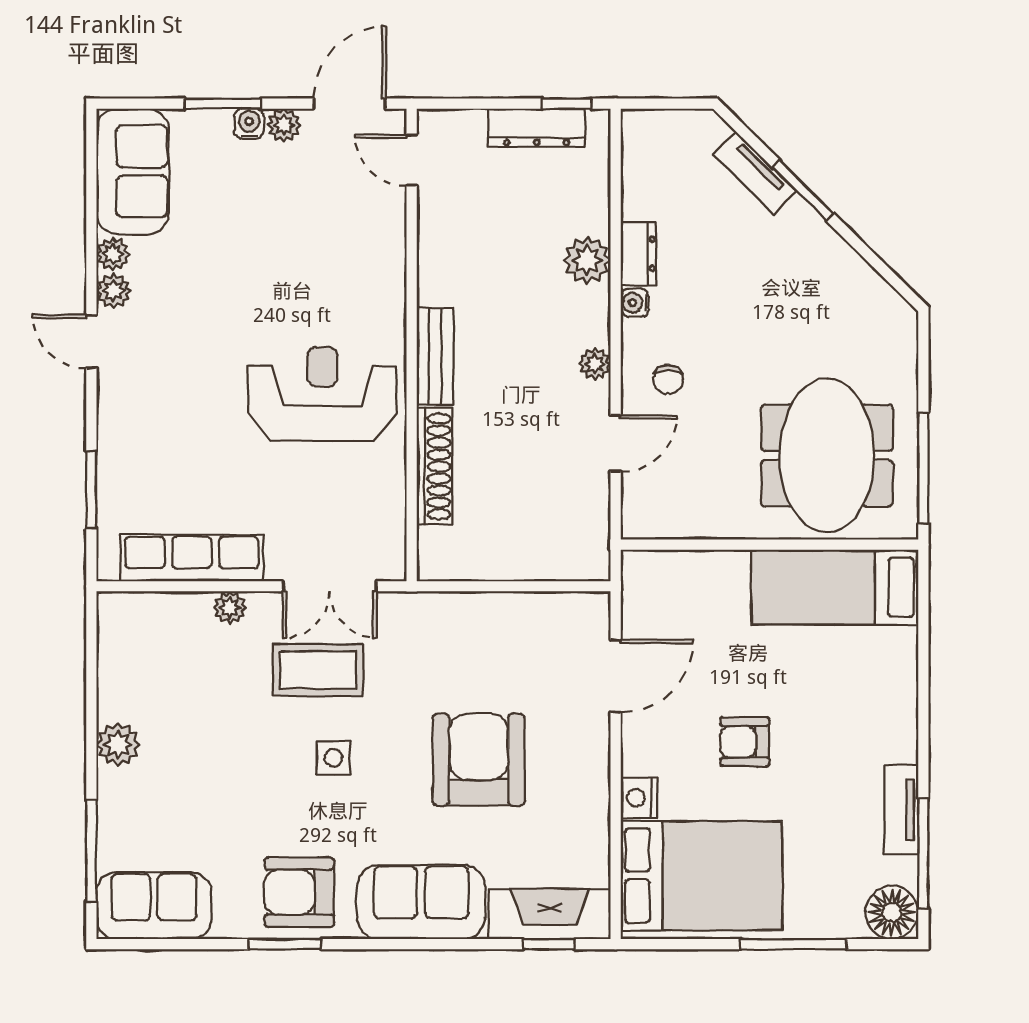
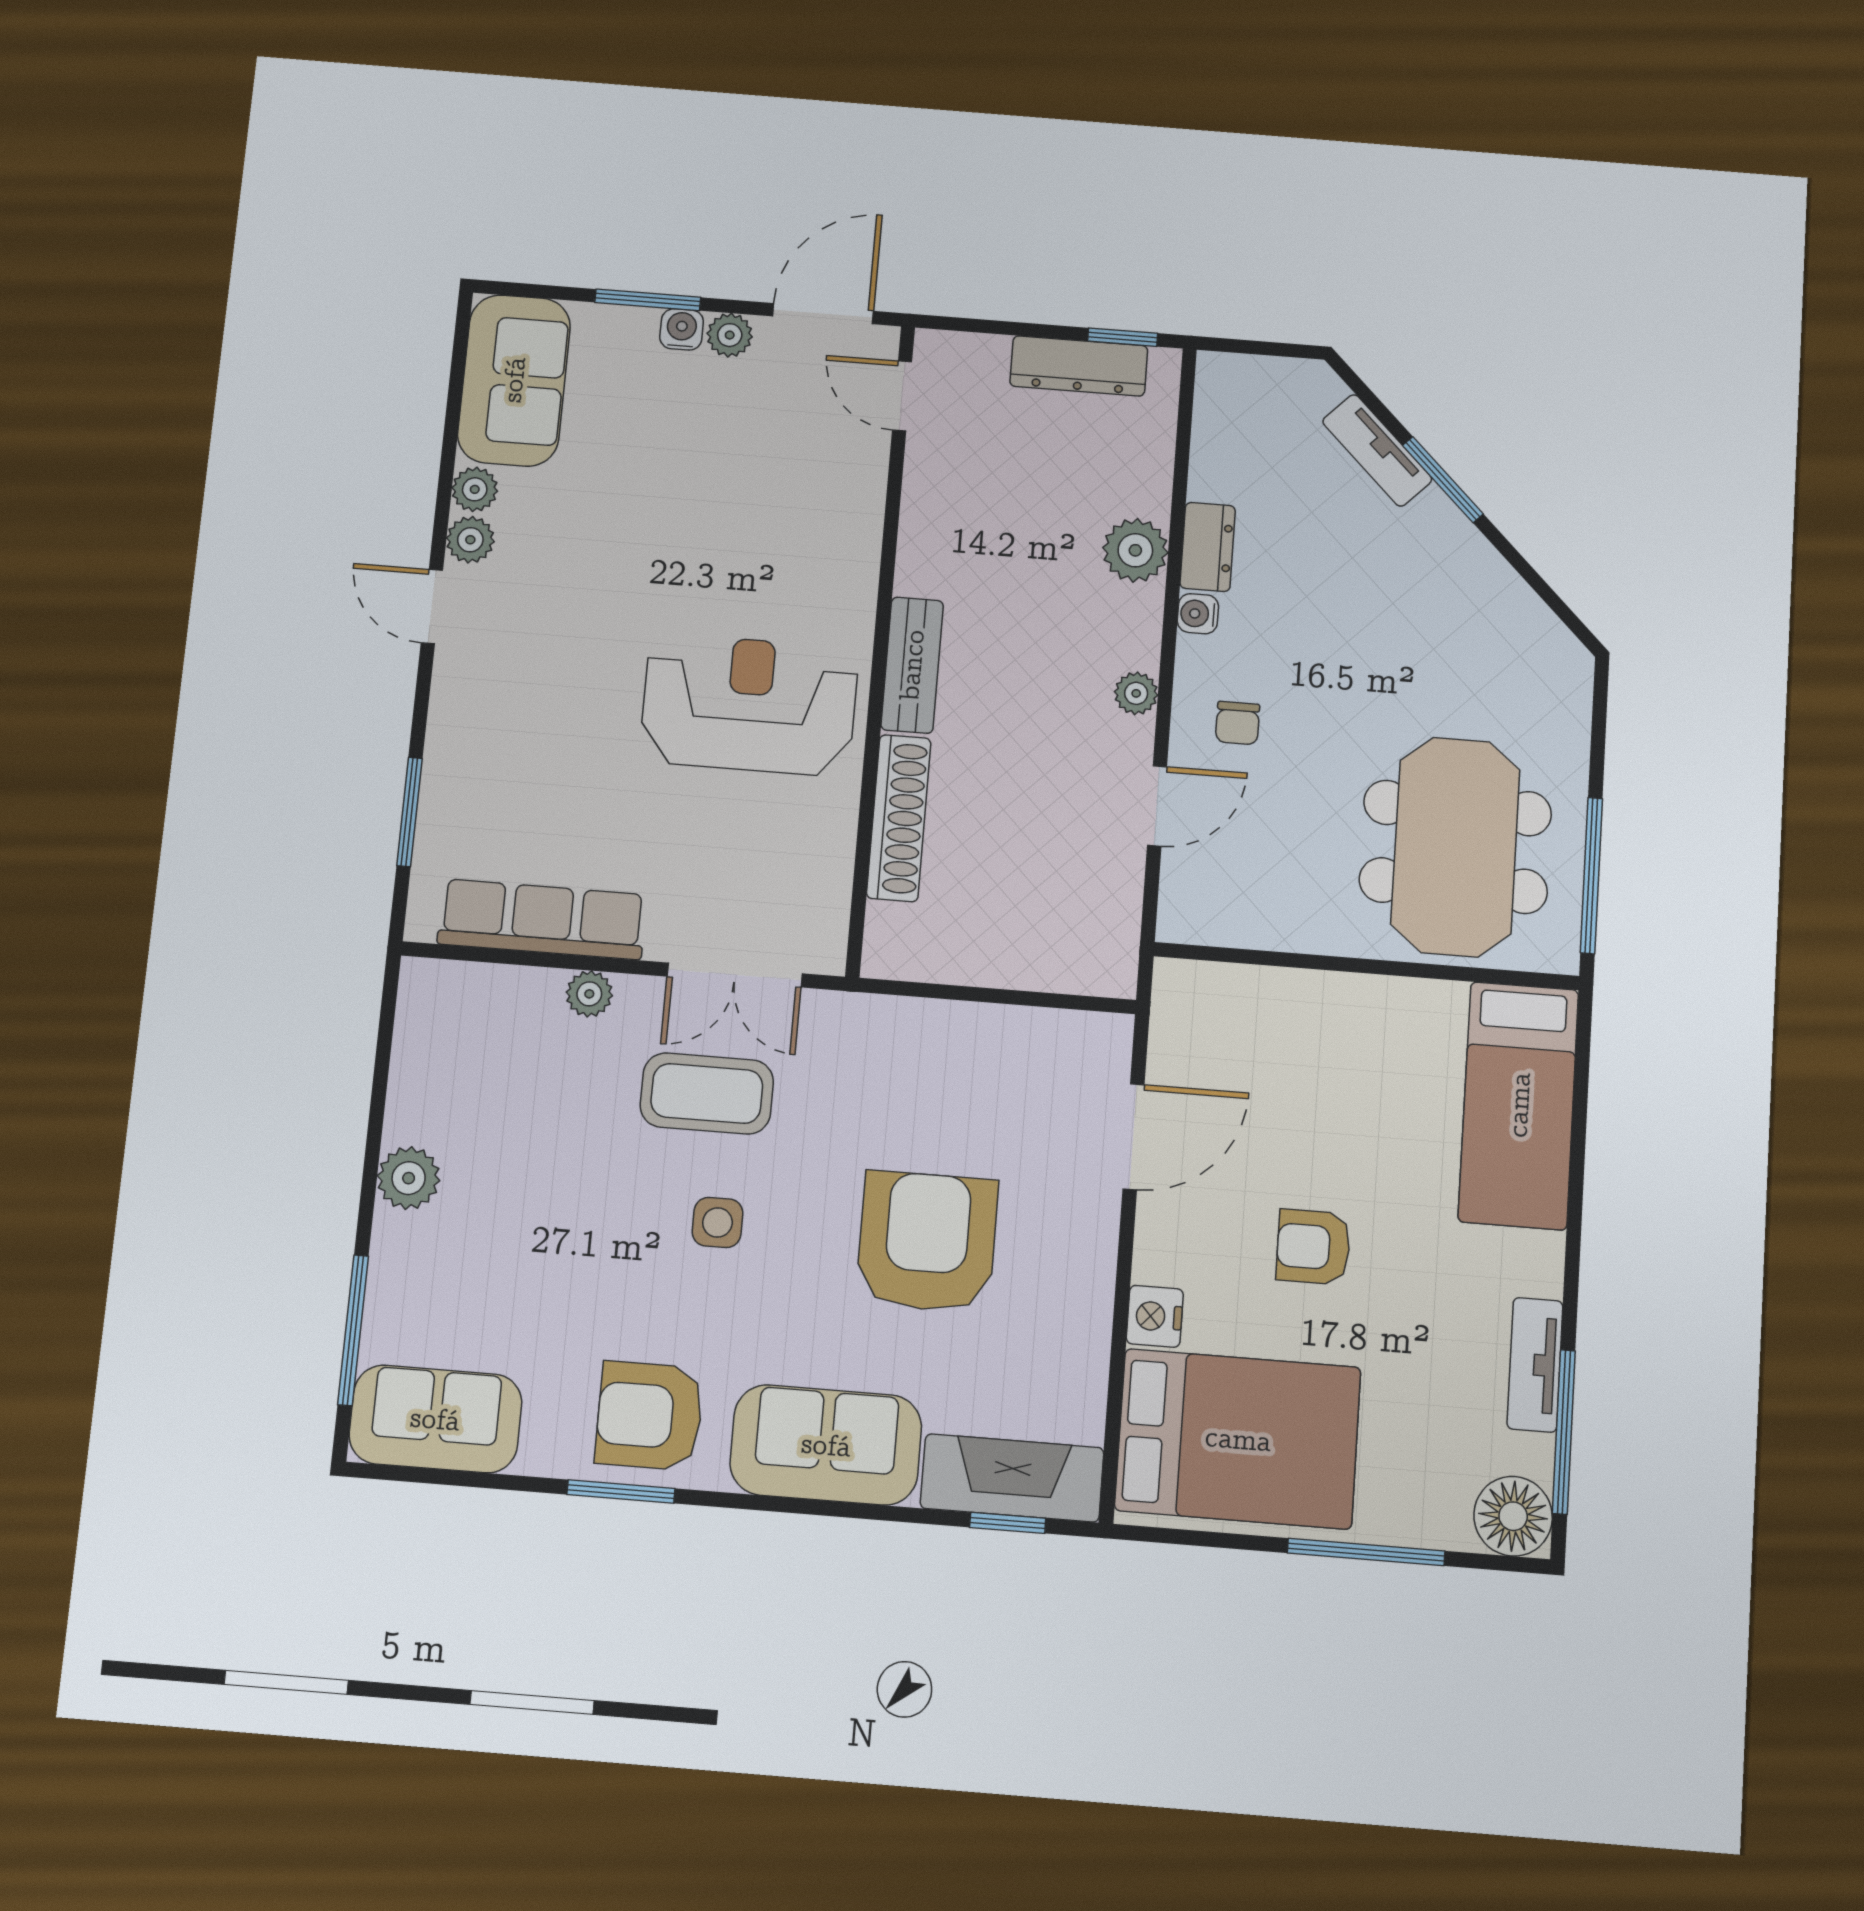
bed: (835, 587) -> (1519, 1105), moved, turned -90

